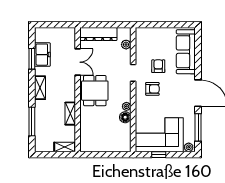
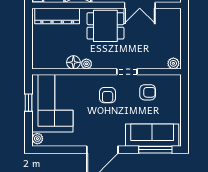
dresser: (98, 34) -> (57, 16), moved, turned -90
plant: (126, 45) -> (173, 63), moved
armchair: (158, 66) -> (148, 92), moved
window: (198, 127) -> (155, 150), moved

